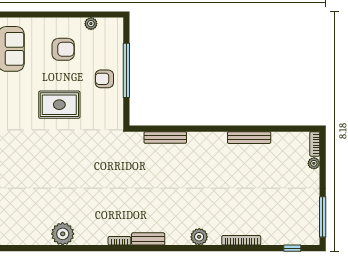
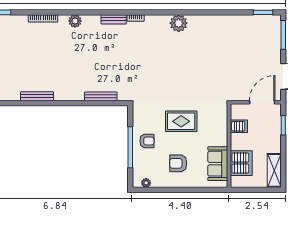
plant: (91, 24) -> (146, 183), moved

